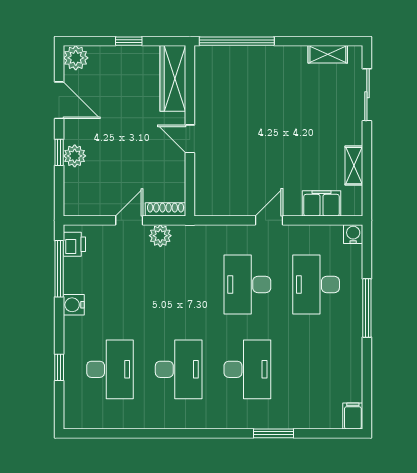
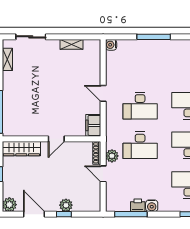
door: (59, 100) -> (34, 214), hinge flipped
filing cabinet: (321, 203) -> (93, 125), moved
printer: (74, 244) -> (138, 205), moved
desk: (316, 284) -> (140, 145), moved

